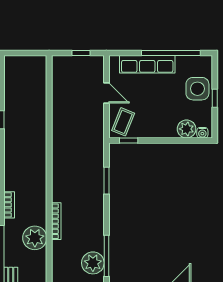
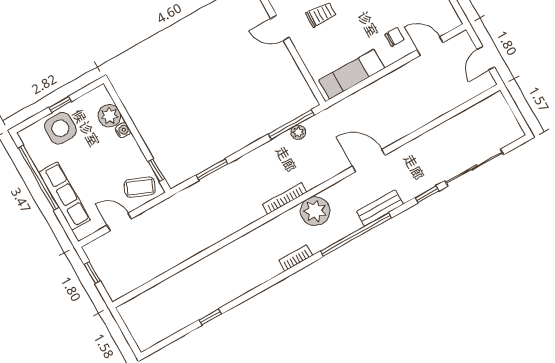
door: (106, 93) -> (119, 222), hinge flipped
water cooler: (202, 133) -> (123, 130), moved
plant: (93, 263) -> (298, 132), width x0.53, depth x0.53

